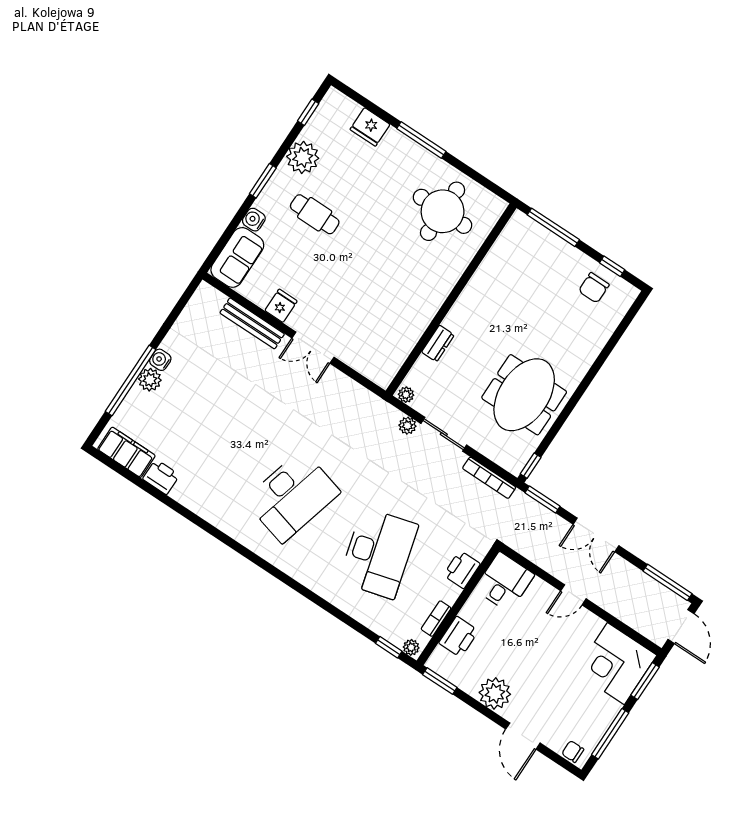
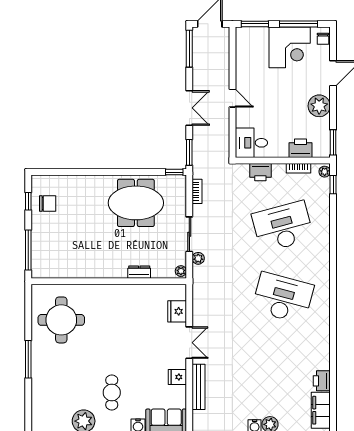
fridge: (370, 127) -> (177, 311), moved, turned 180
bookcase: (489, 478) -> (197, 191), width x0.64
corner desk: (616, 664) -> (290, 47), moved

